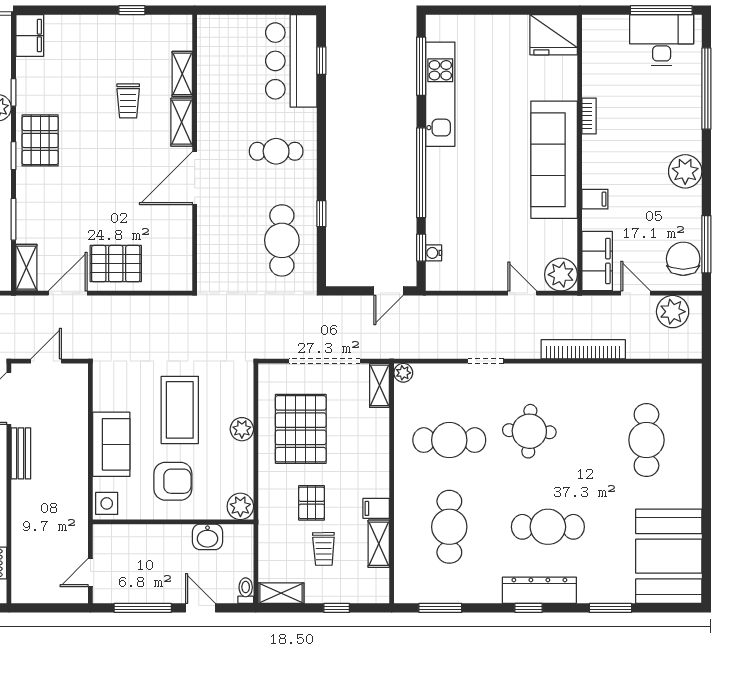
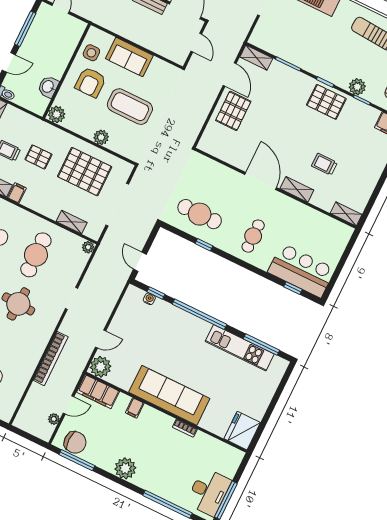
window: (132, 10) -> (376, 192), removed
shelving: (182, 74) -> (346, 214), moved
plant: (673, 312) -> (54, 419), width x0.53, depth x0.53
shelving: (379, 385) -> (72, 222), moved
side table: (107, 503) -> (91, 53), moved

